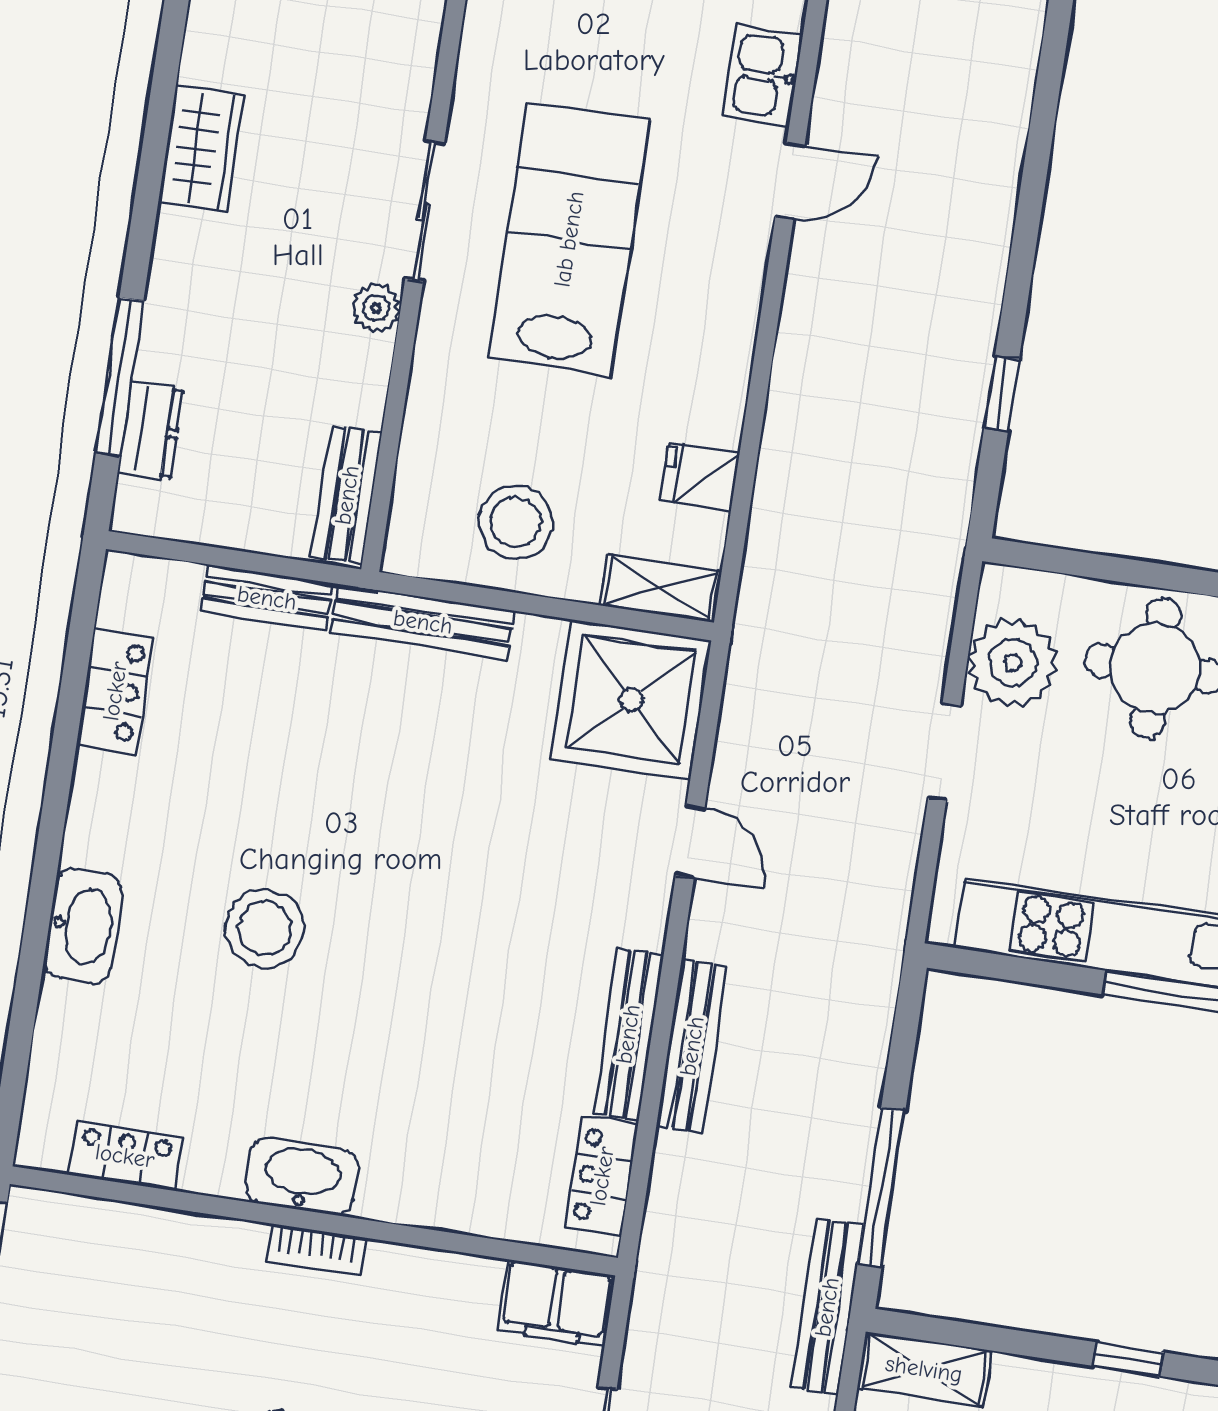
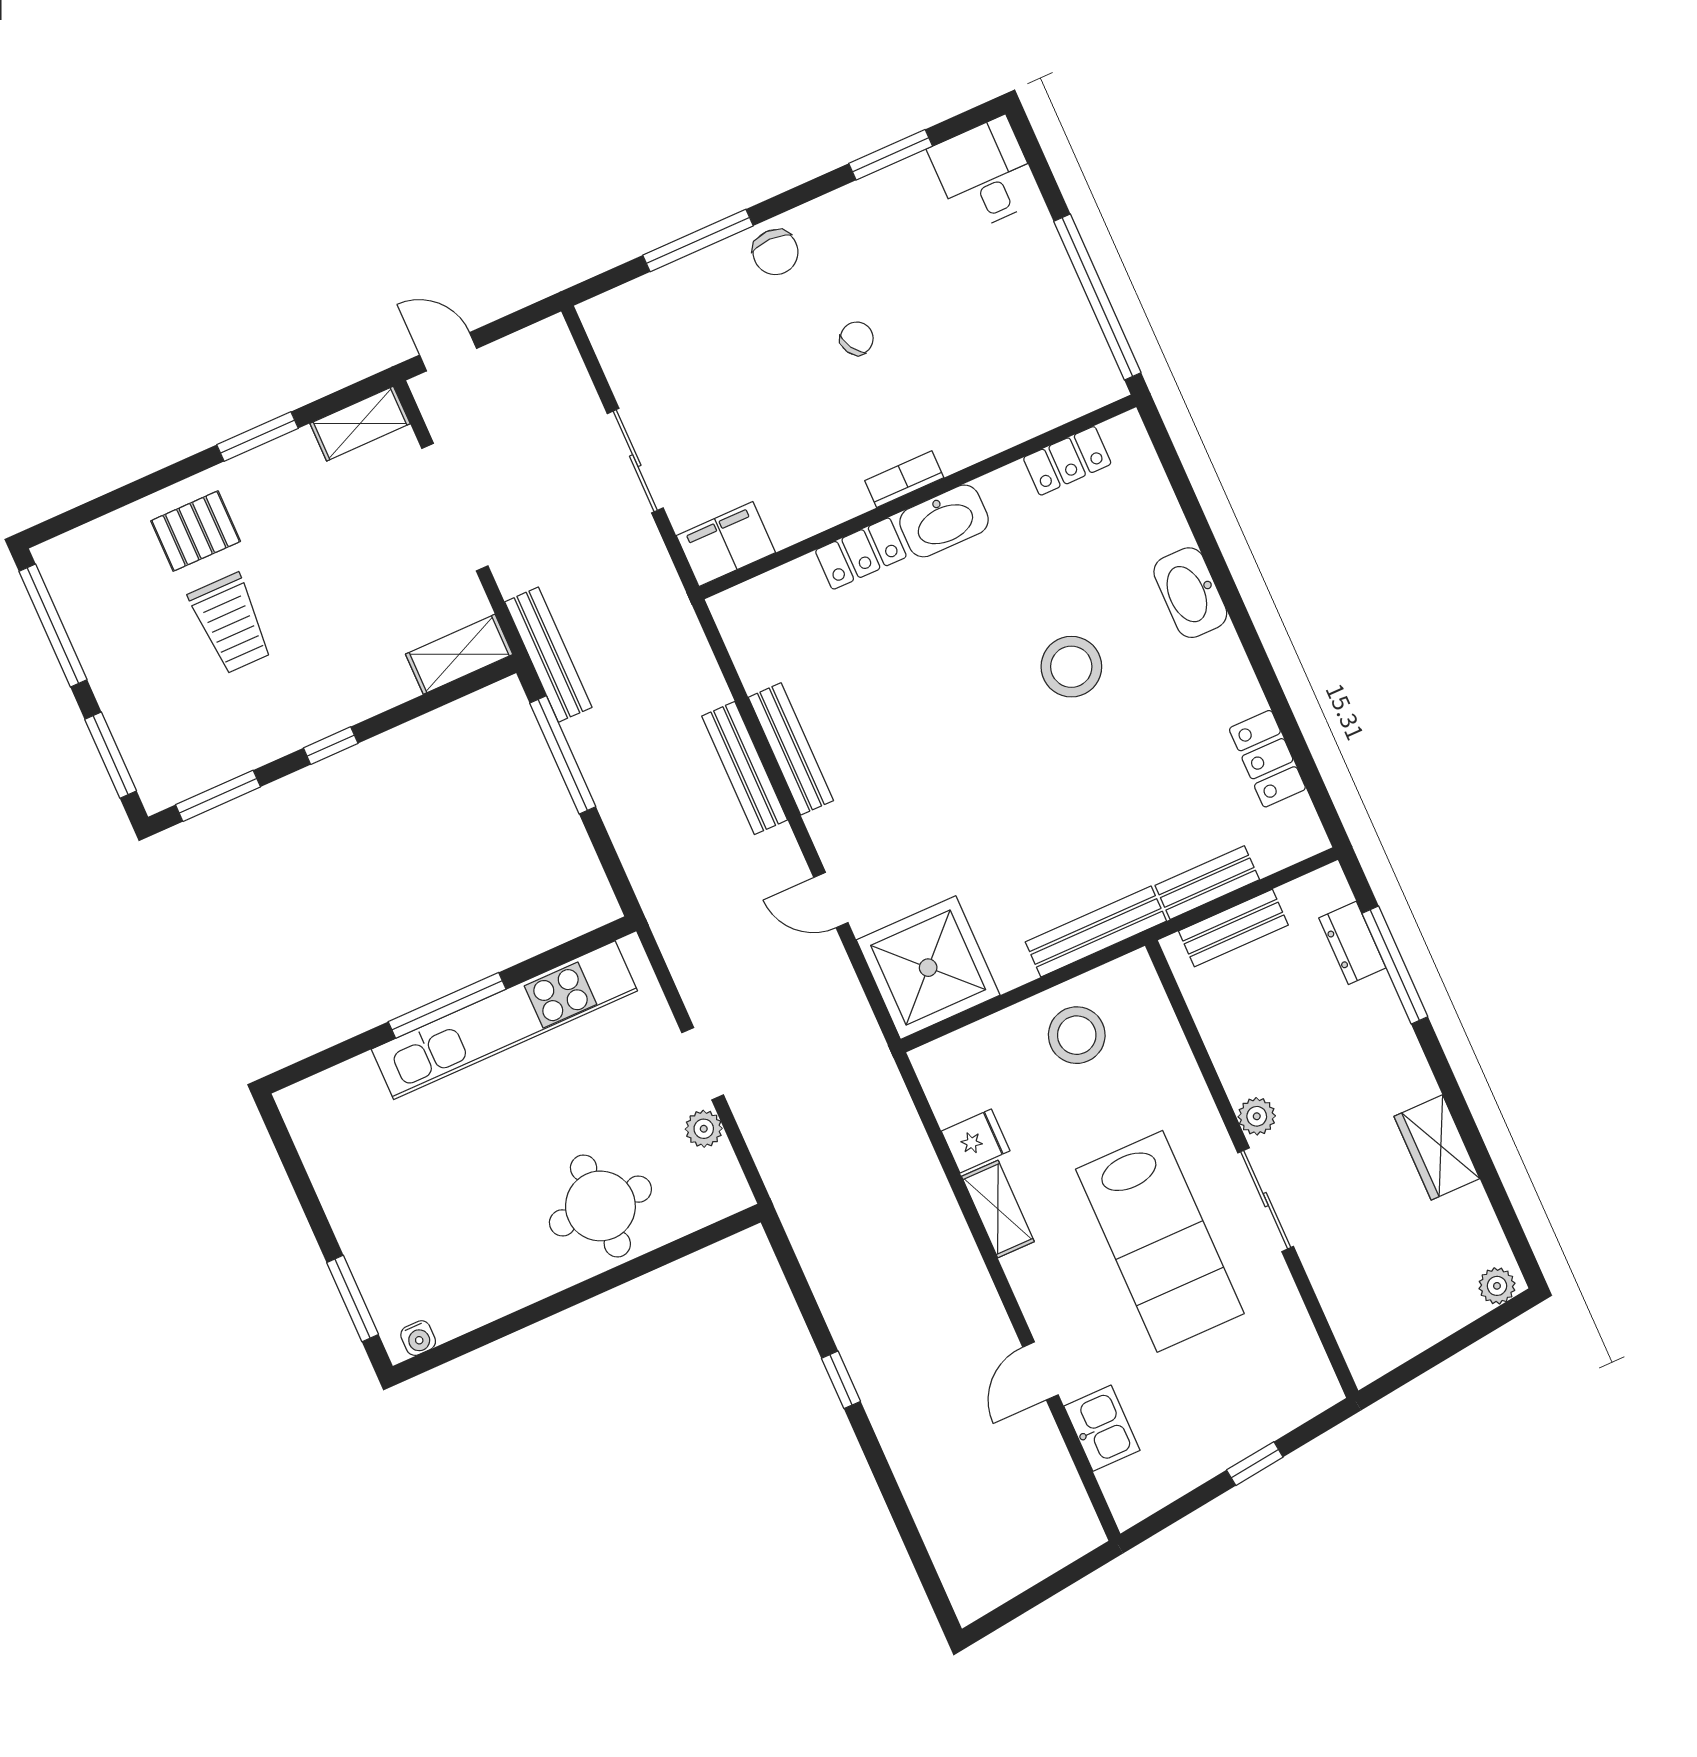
window: (1001, 394) -> (841, 1380), moved
bench: (347, 495) -> (1233, 928), moved, turned 90
shelving: (661, 588) -> (998, 1209), moved, turned 90
plant: (1013, 663) -> (704, 1129), width x0.53, depth x0.53
locker: (602, 1176) -> (861, 554), moved, turned 90

